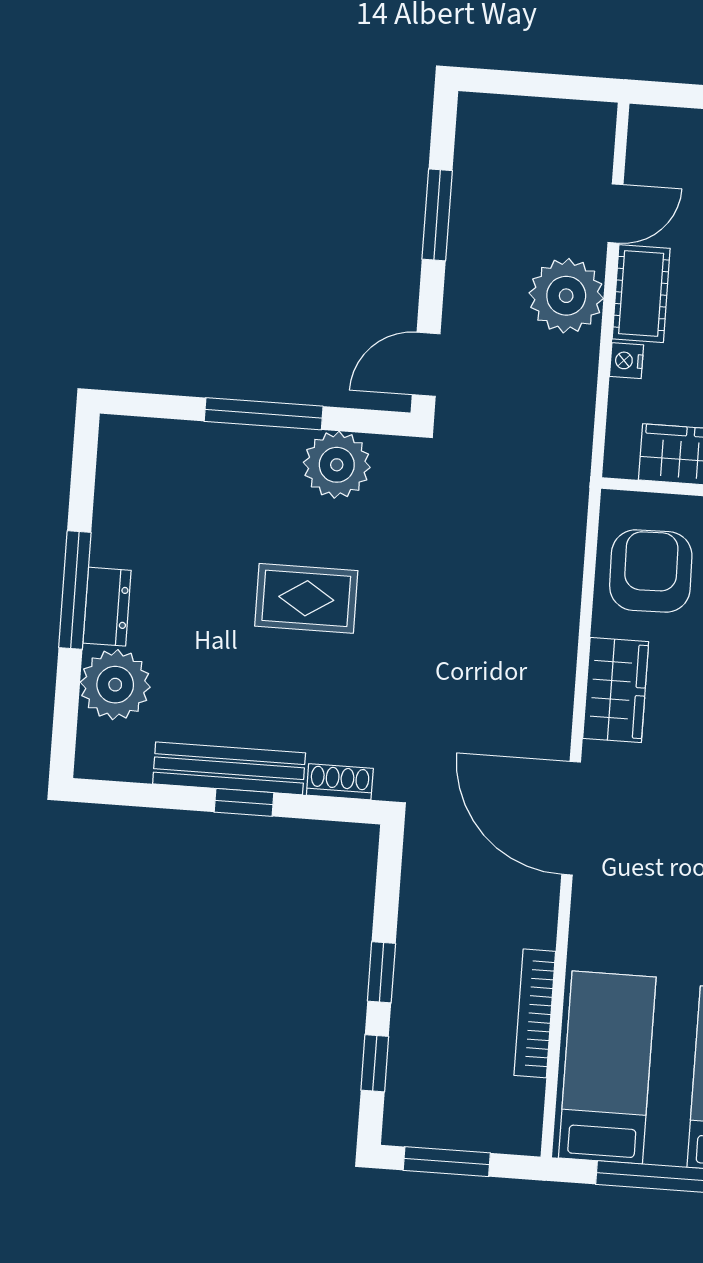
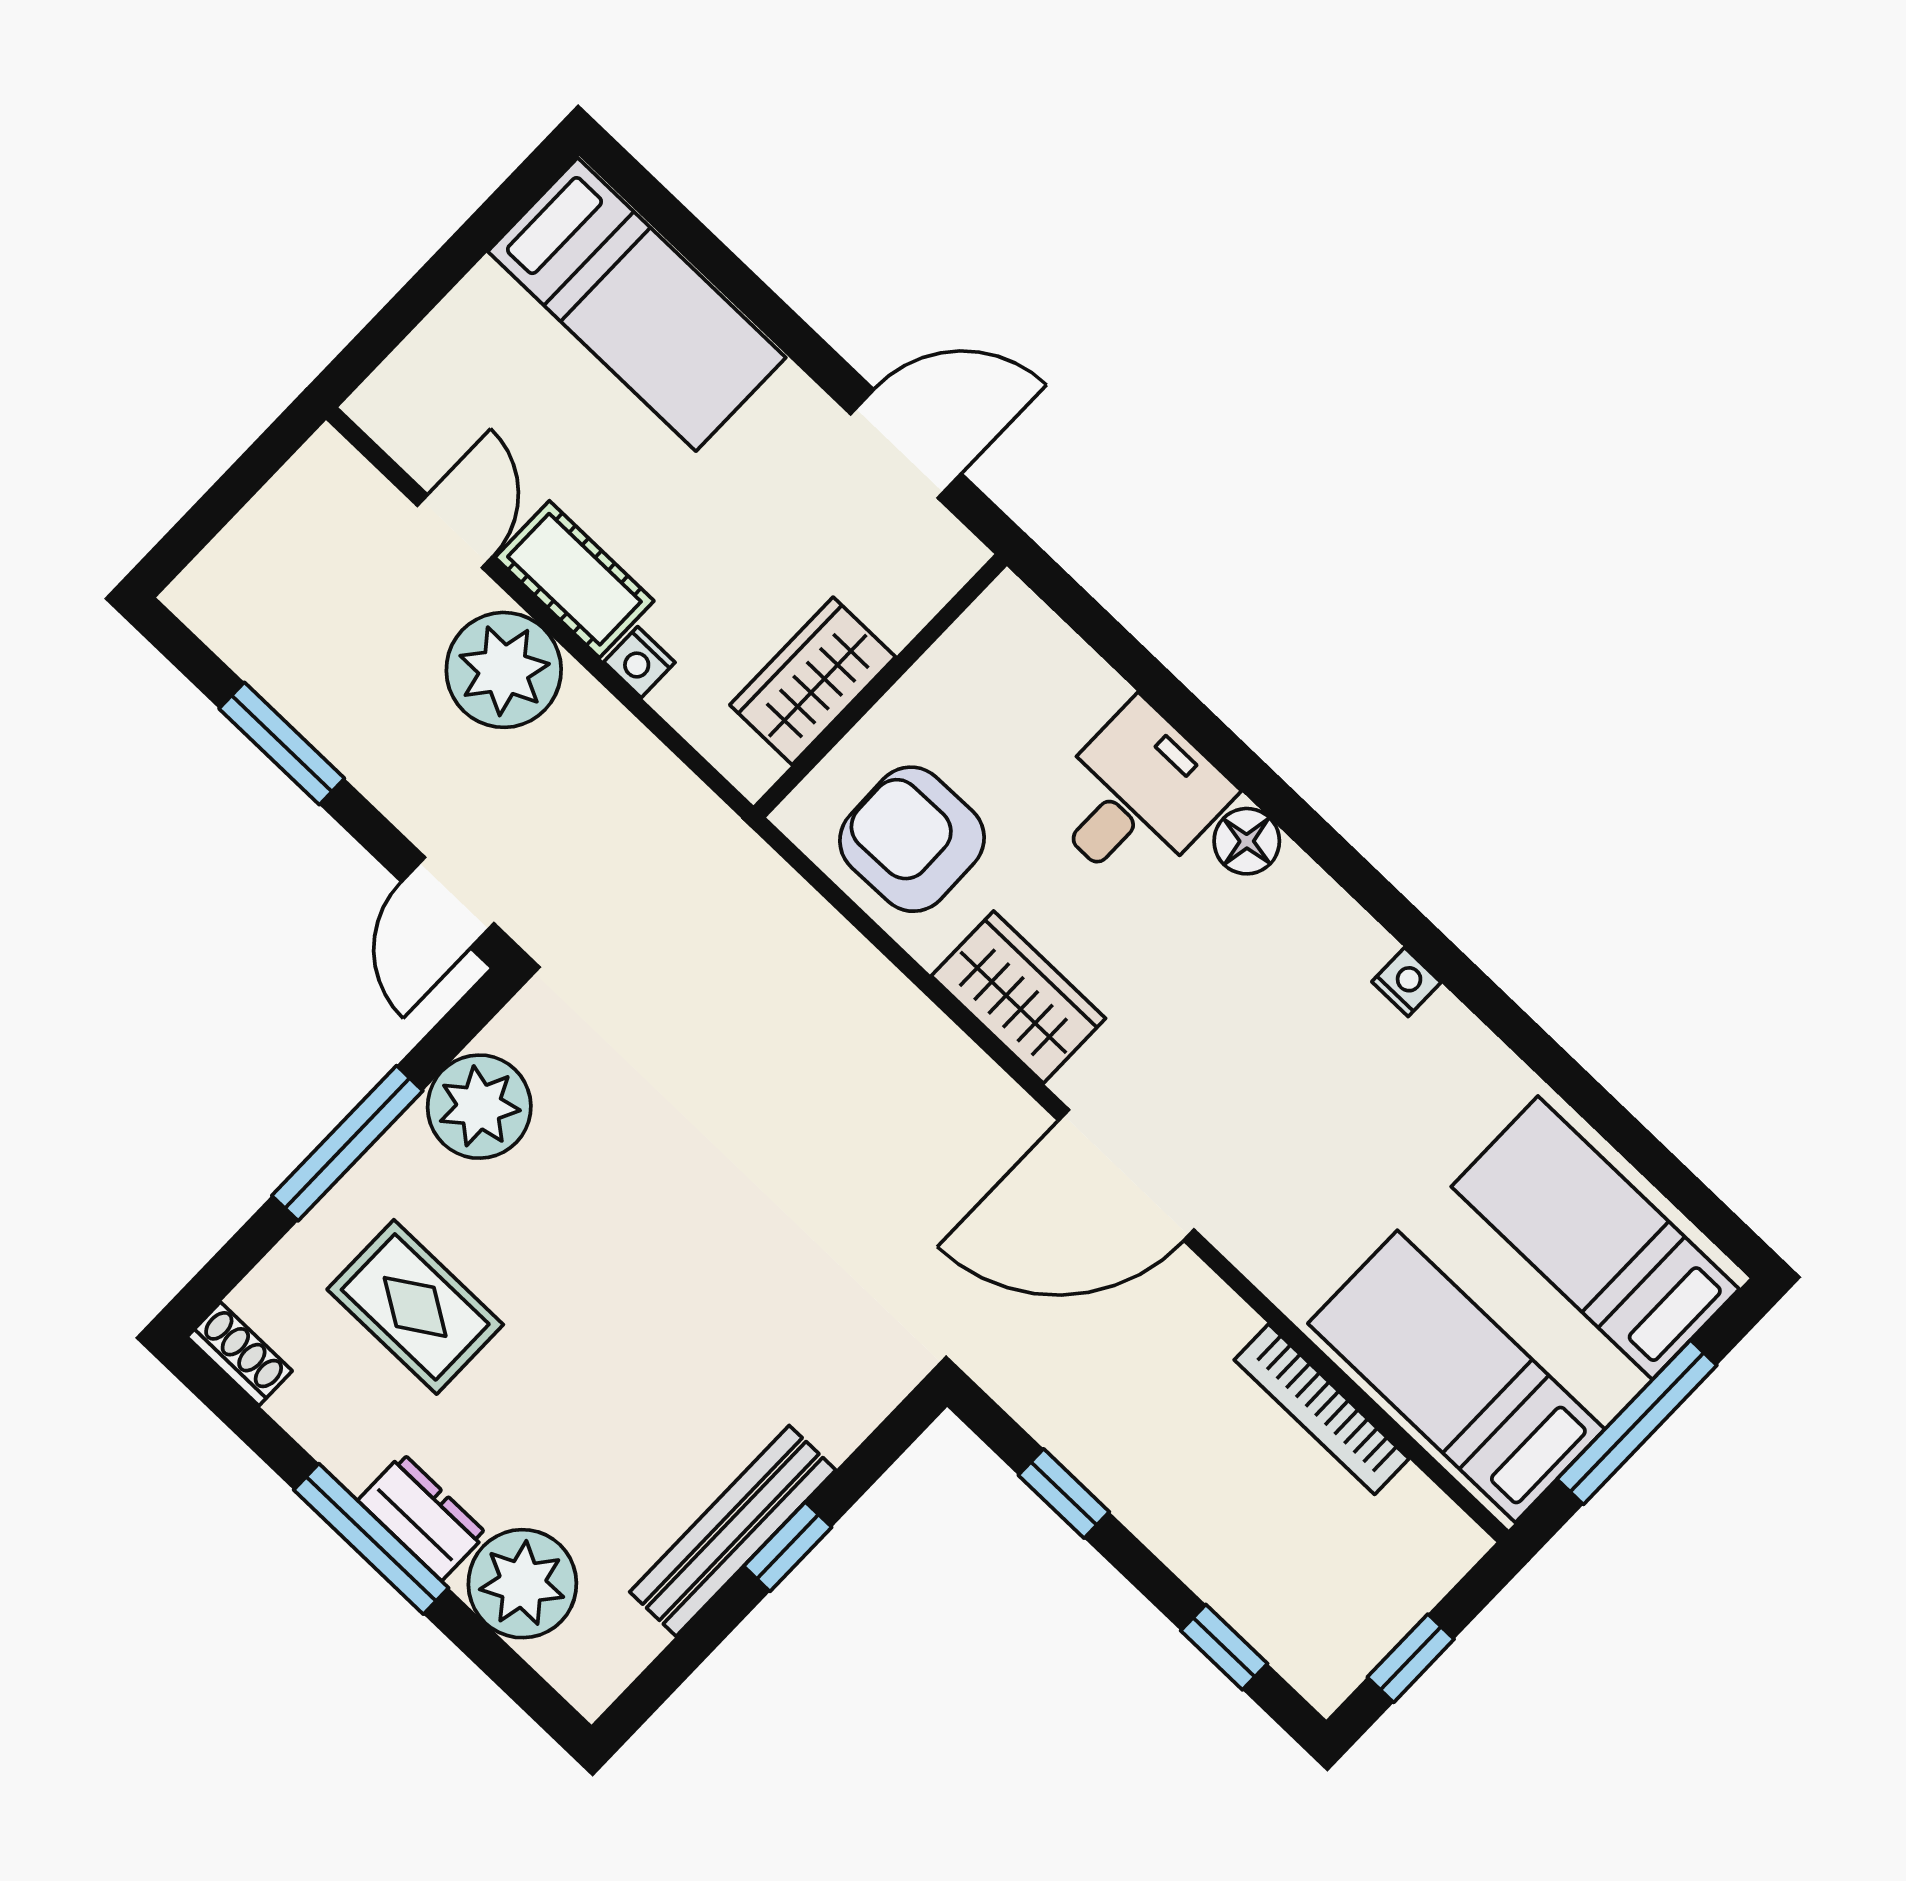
rug: (306, 598) -> (415, 1307), moved, turned 90
shoe rack: (340, 782) -> (240, 1354), moved, turned 90
window: (381, 972) -> (1064, 1493), moved
window: (447, 1162) -> (1411, 1658), width x0.67

